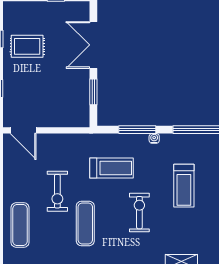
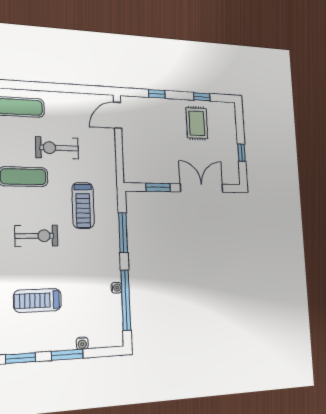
water cooler: (154, 138) -> (116, 288), moved
treadmill: (184, 186) -> (37, 300), moved

